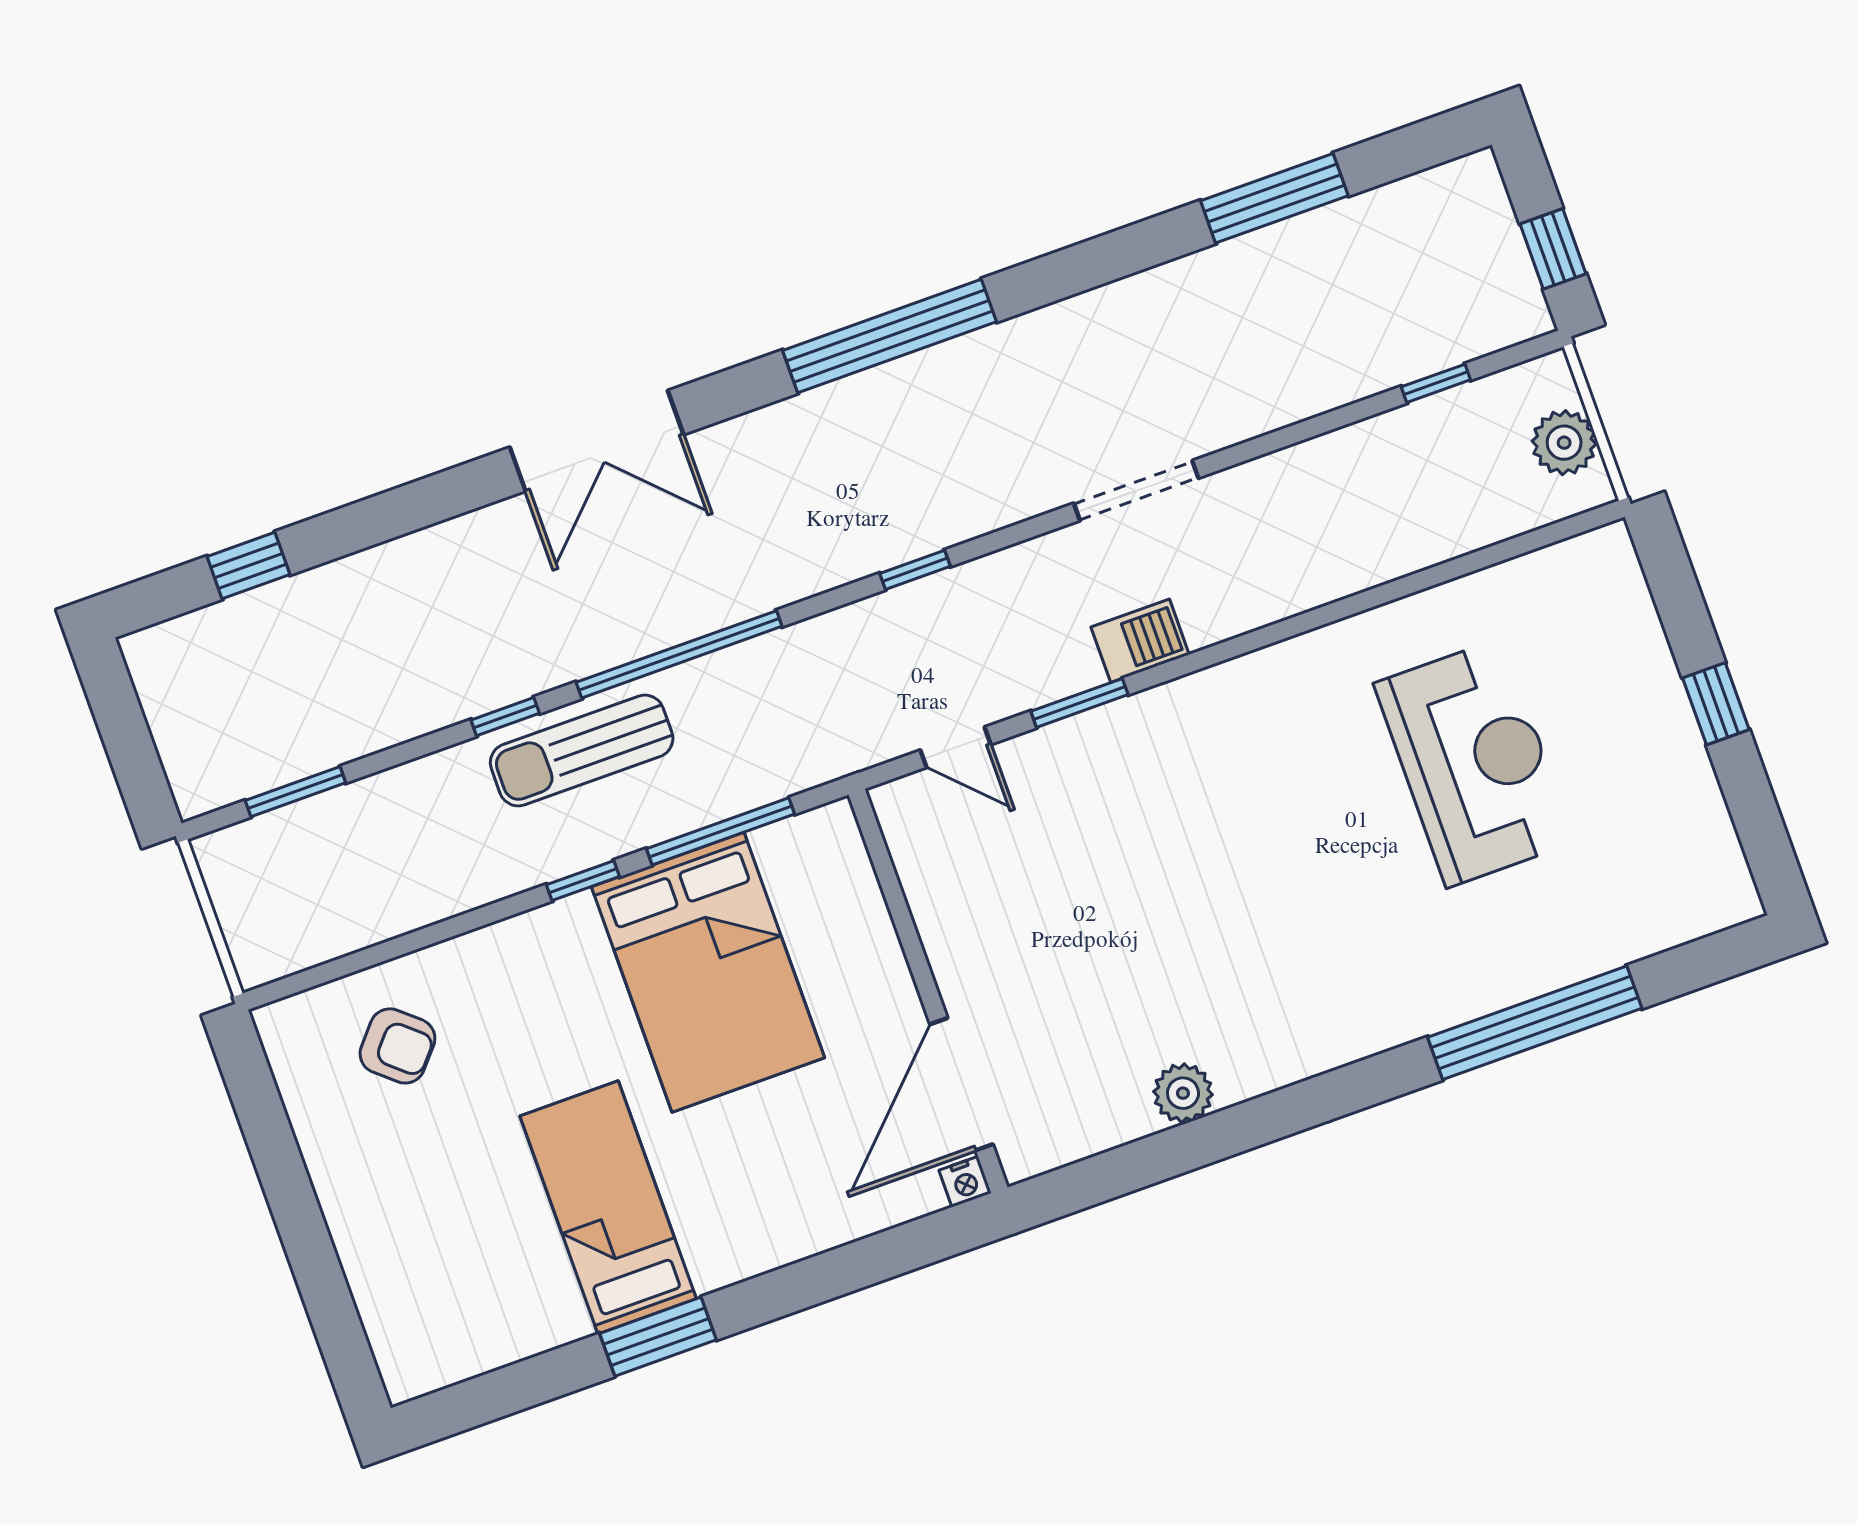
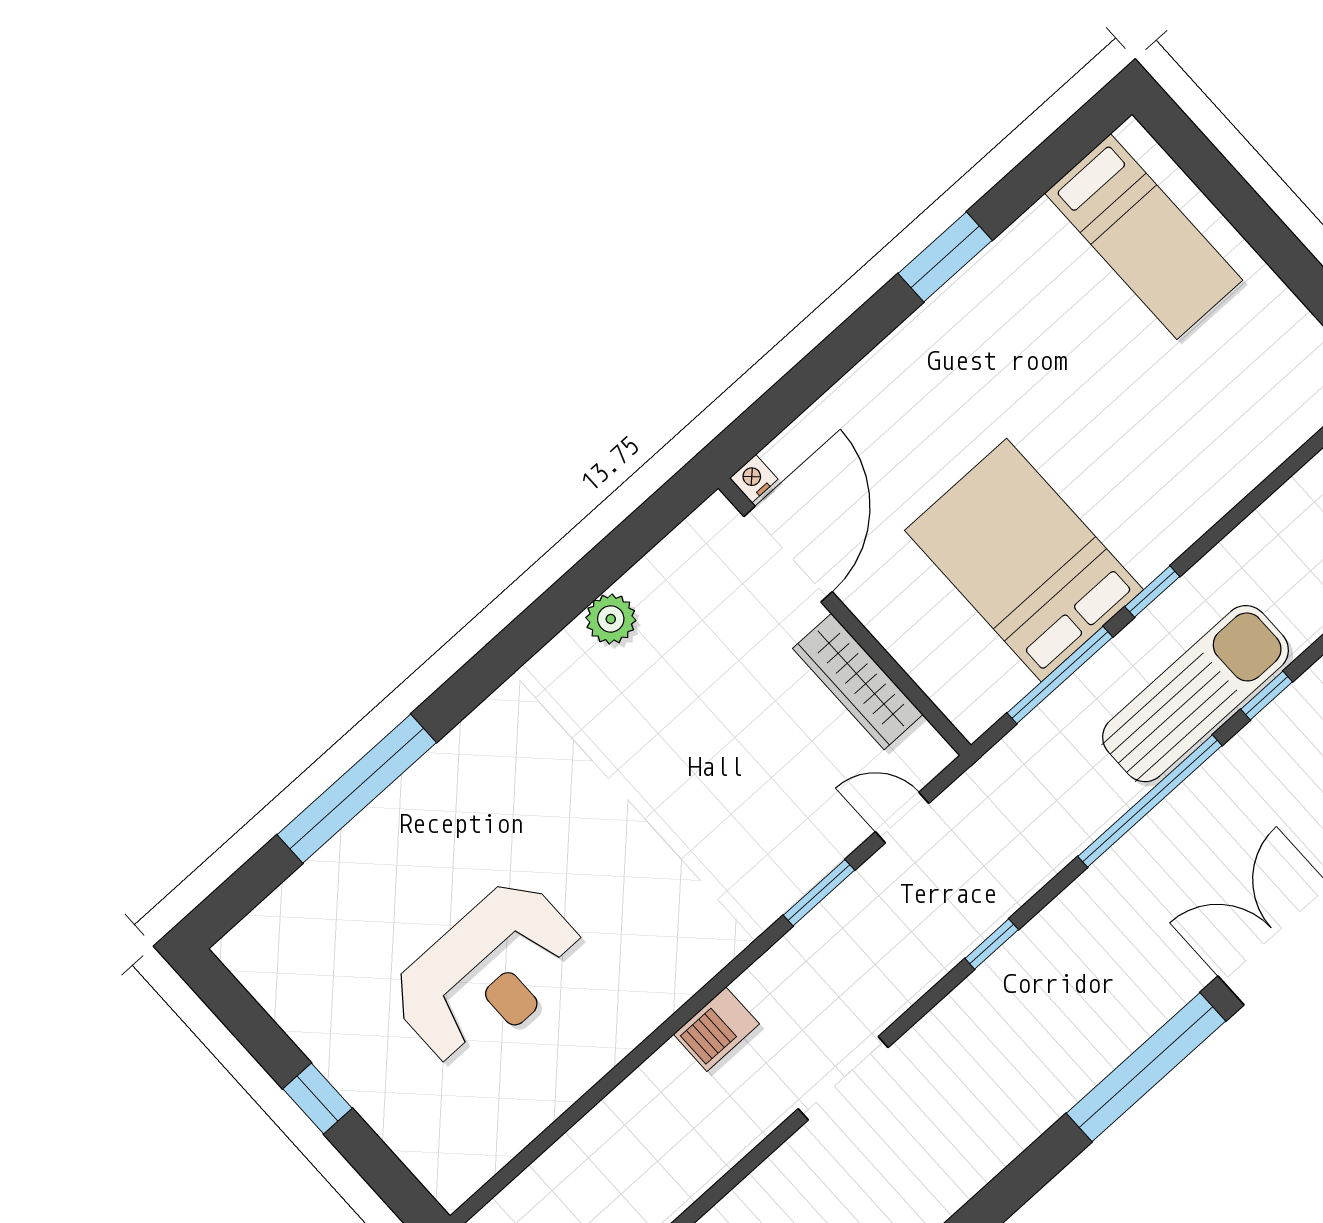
window: (889, 336) -> (1146, 1067), moved
barbecue: (1140, 641) -> (716, 1029), moved
sun lounger: (582, 751) -> (1195, 694), width x1.36, depth x1.34
reception desk: (1474, 763) -> (489, 974), turned -90
wardrobe: (943, 915) -> (858, 681), added
armchair: (397, 1046) -> (1245, 401), removed
bed: (608, 1207) -> (1144, 237), moved

